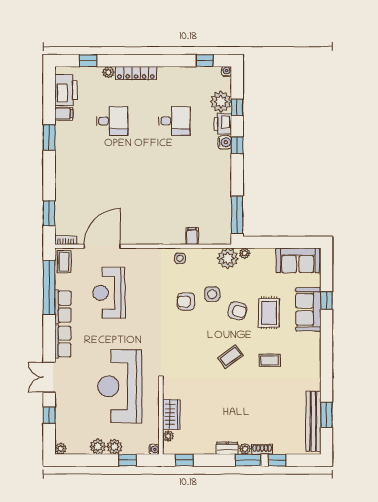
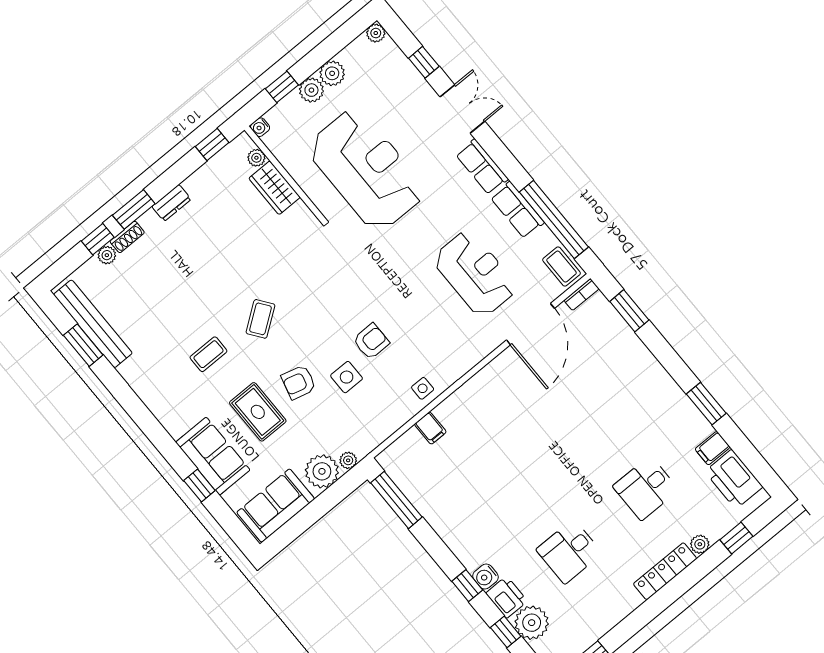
plant: (228, 258) -> (322, 471), moved
plant: (245, 449) -> (107, 255), moved

